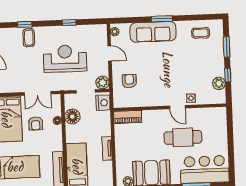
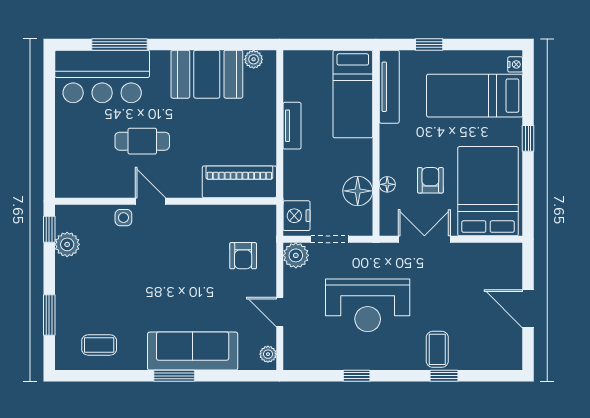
window: (228, 75) -> (49, 229), moved
piano: (128, 117) -> (239, 182), width x1.37, depth x1.33
cafe table: (183, 137) -> (142, 141), width x0.73, depth x0.74

